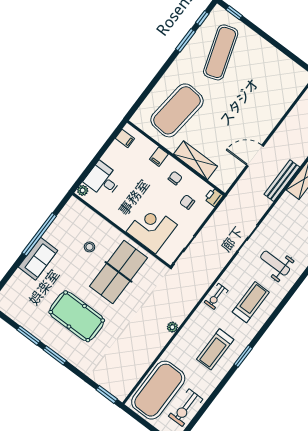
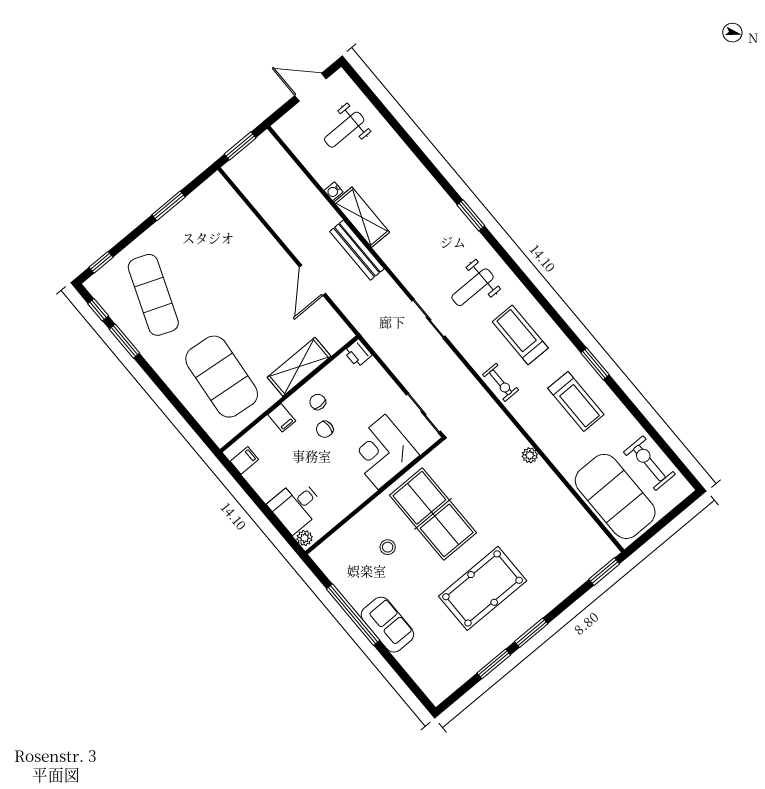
window: (282, 49) -> (169, 206), added
exercise mat: (221, 52) -> (153, 295), turned 39
chair: (187, 202) -> (325, 429), moved
exercise bike: (186, 408) -> (649, 463), turned 180

